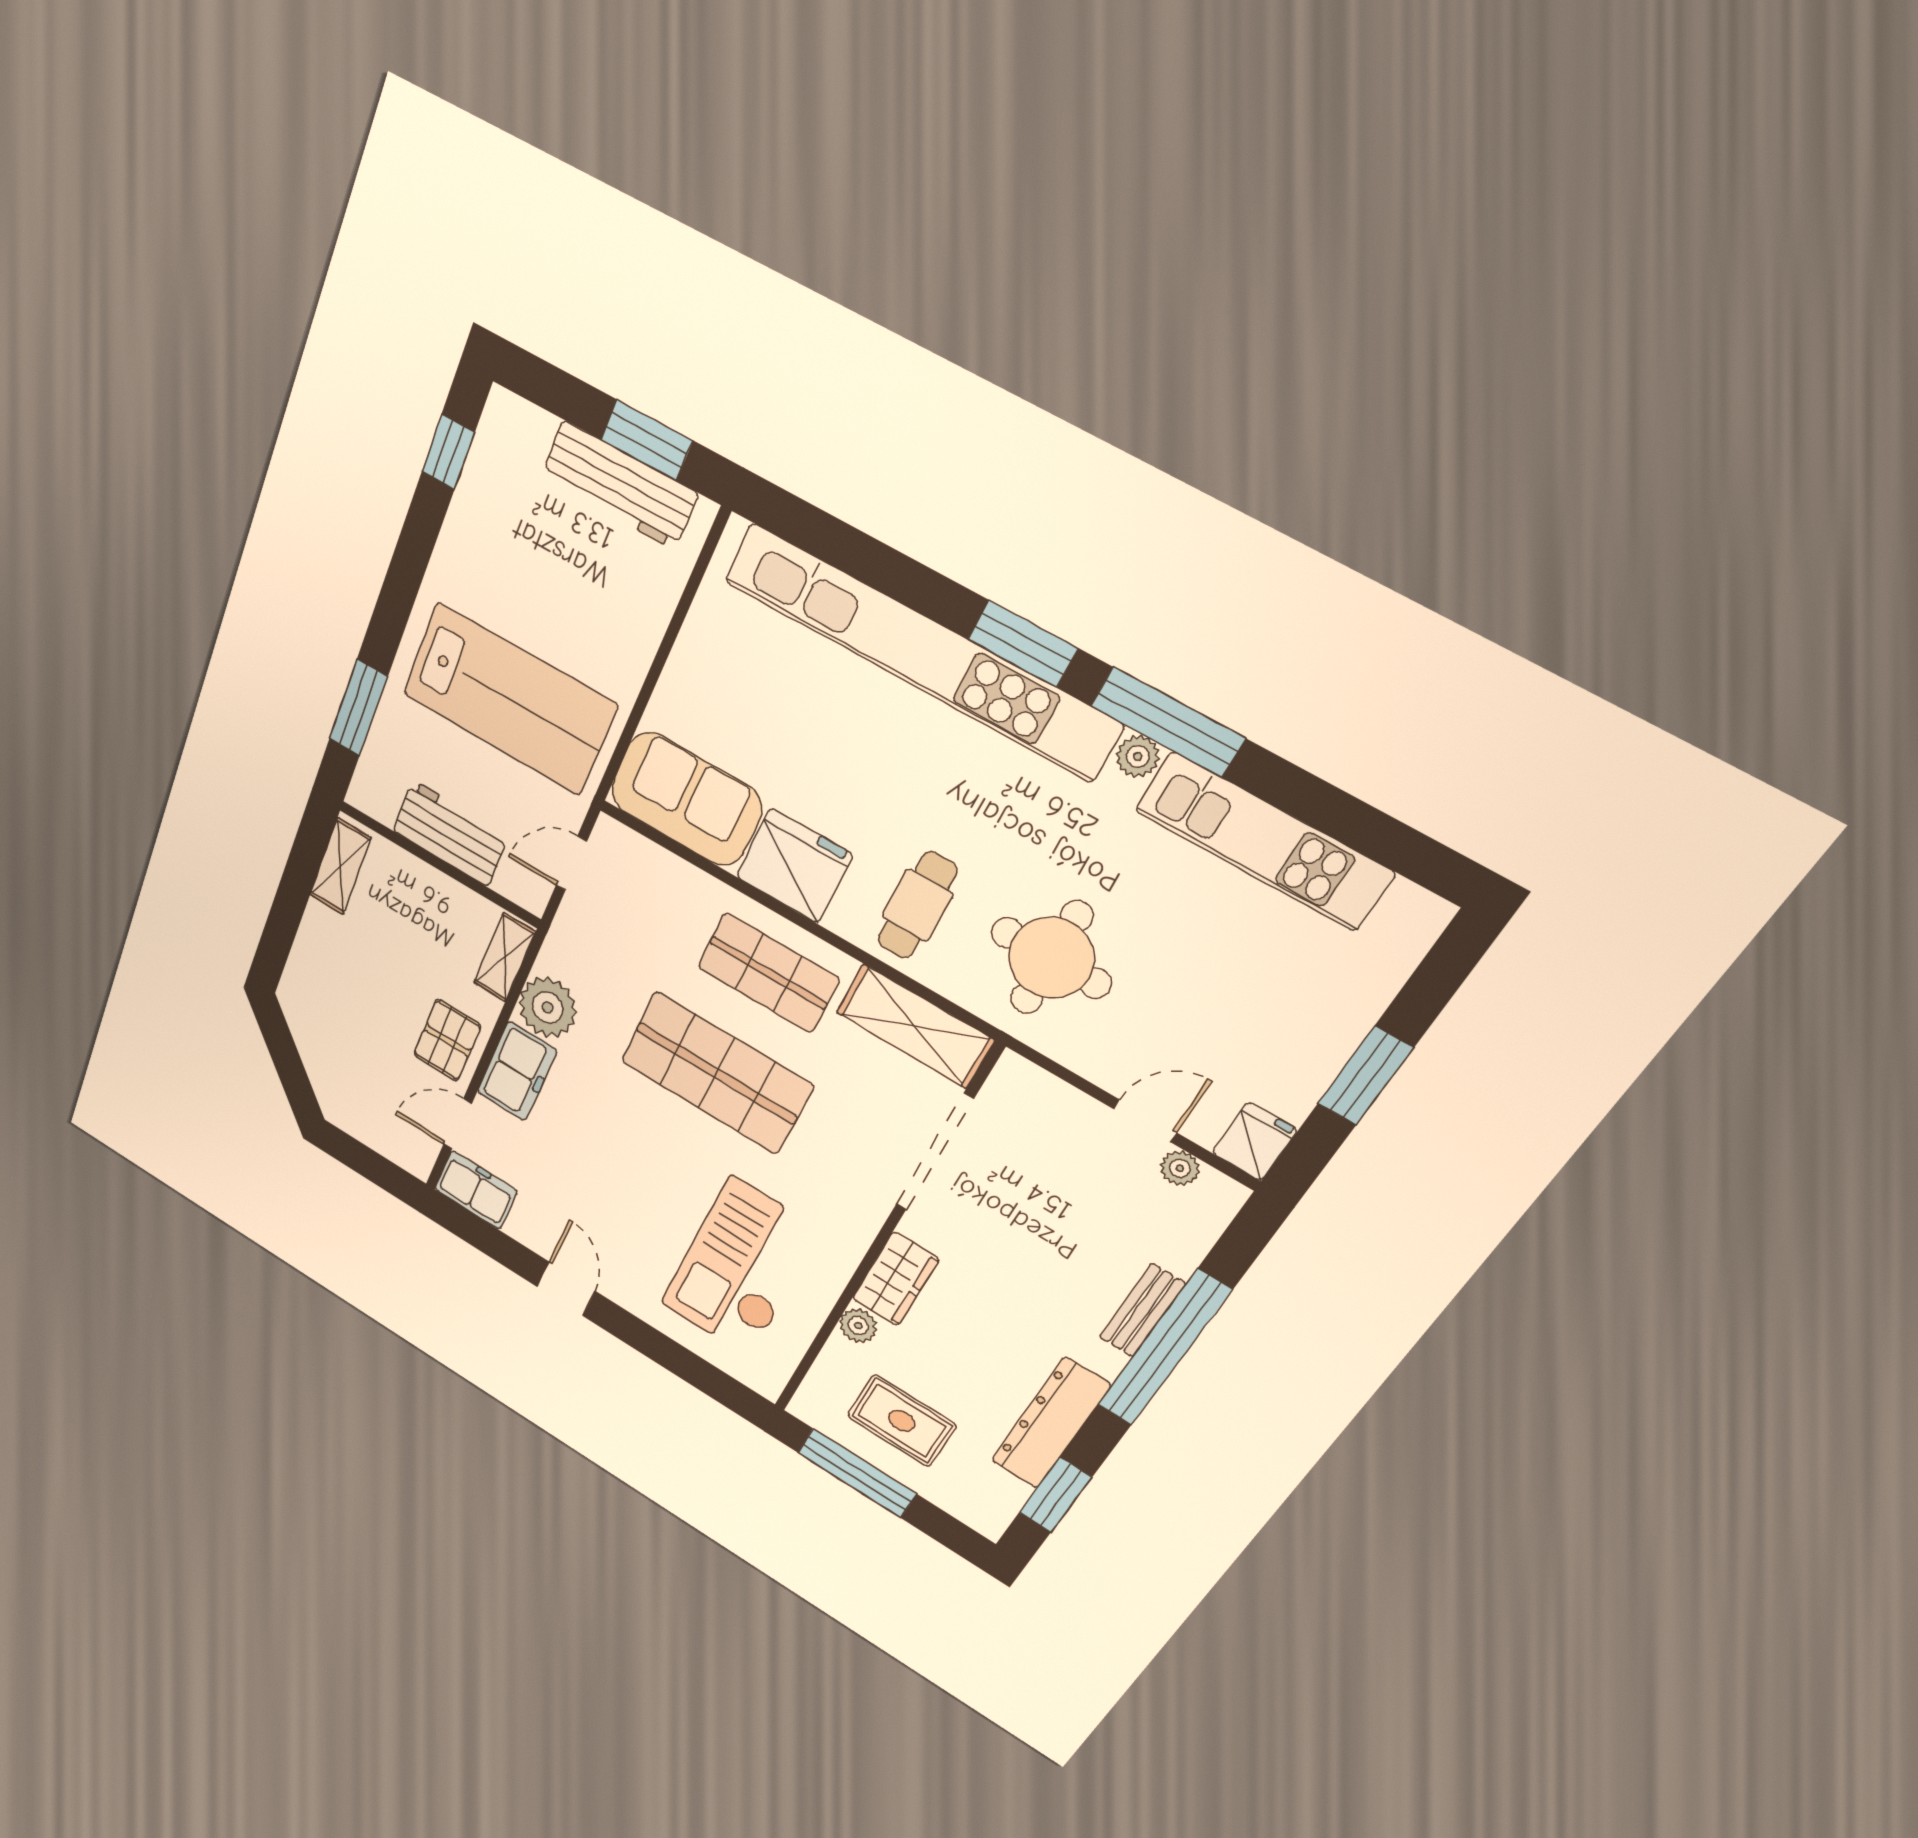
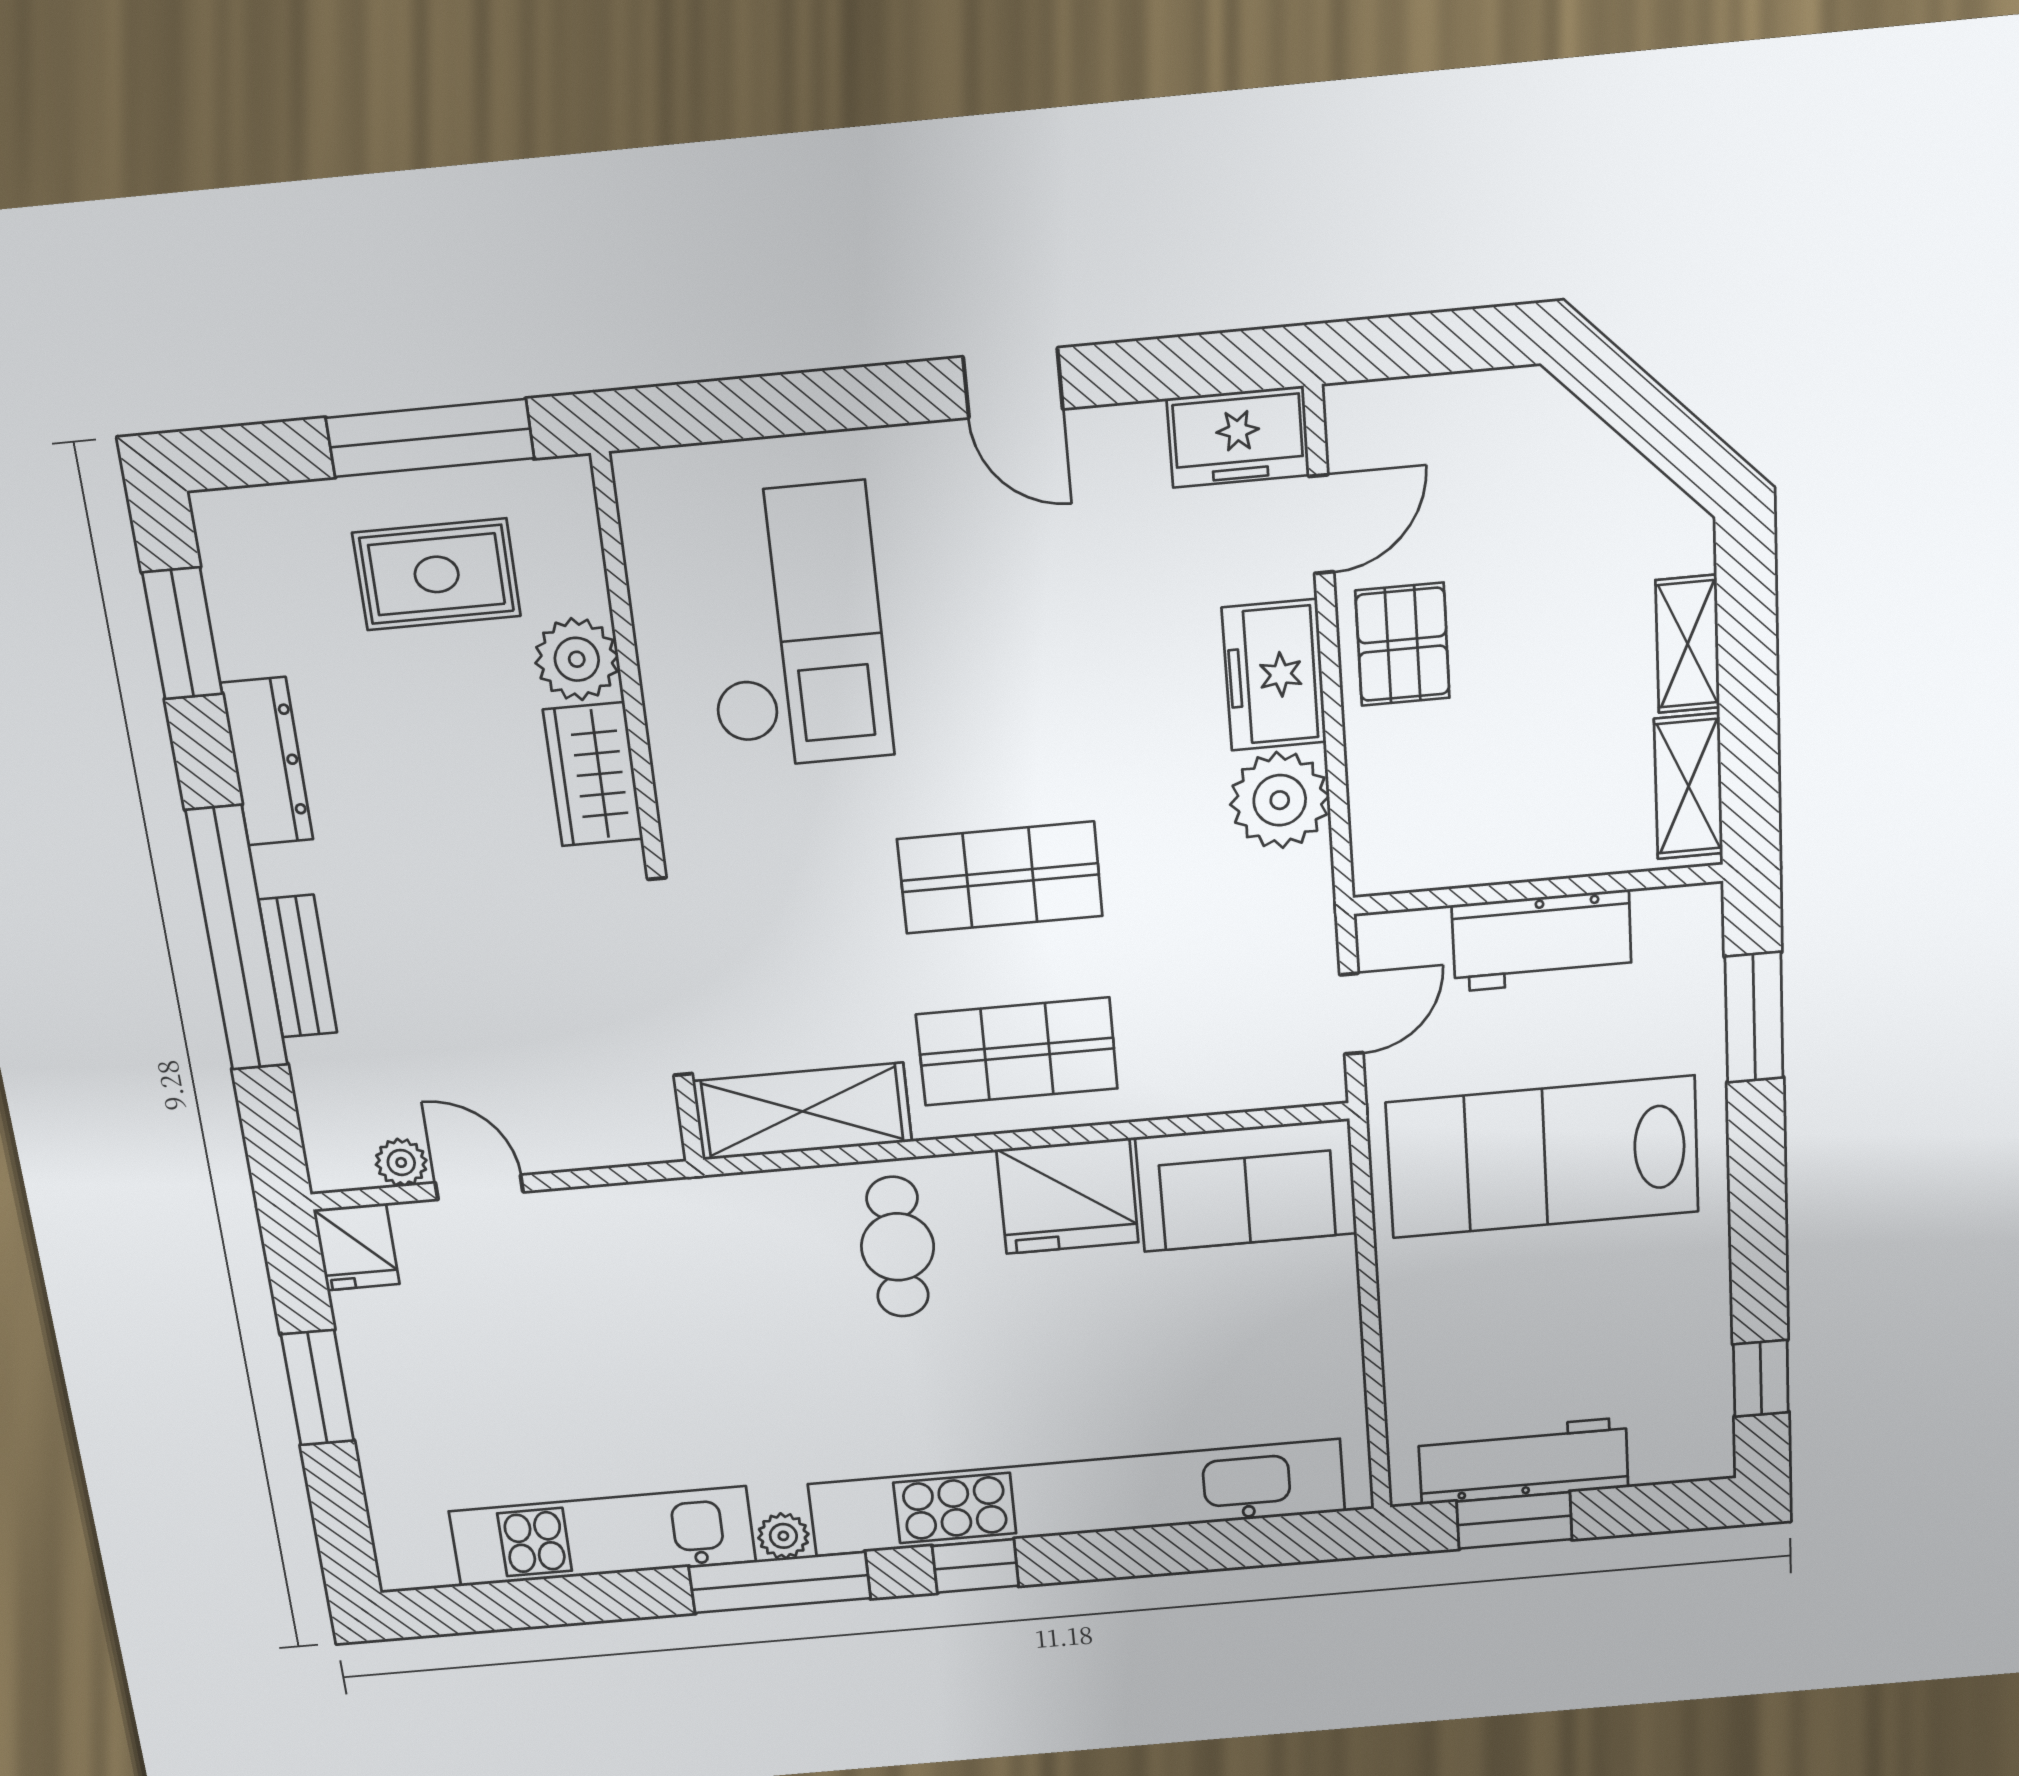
window: (1023, 644) -> (976, 1566), width x0.67
shelving: (504, 957) -> (1688, 644), moved
round table: (1051, 958) -> (713, 1290), removed
shop shelf: (716, 1073) -> (1000, 878), width x0.70, depth x0.74
door: (1145, 1121) -> (479, 1187), swing flipped
plant: (858, 1326) -> (577, 659), width x1.38, depth x1.38
dresser: (1050, 1423) -> (267, 762), width x0.73, depth x0.80

